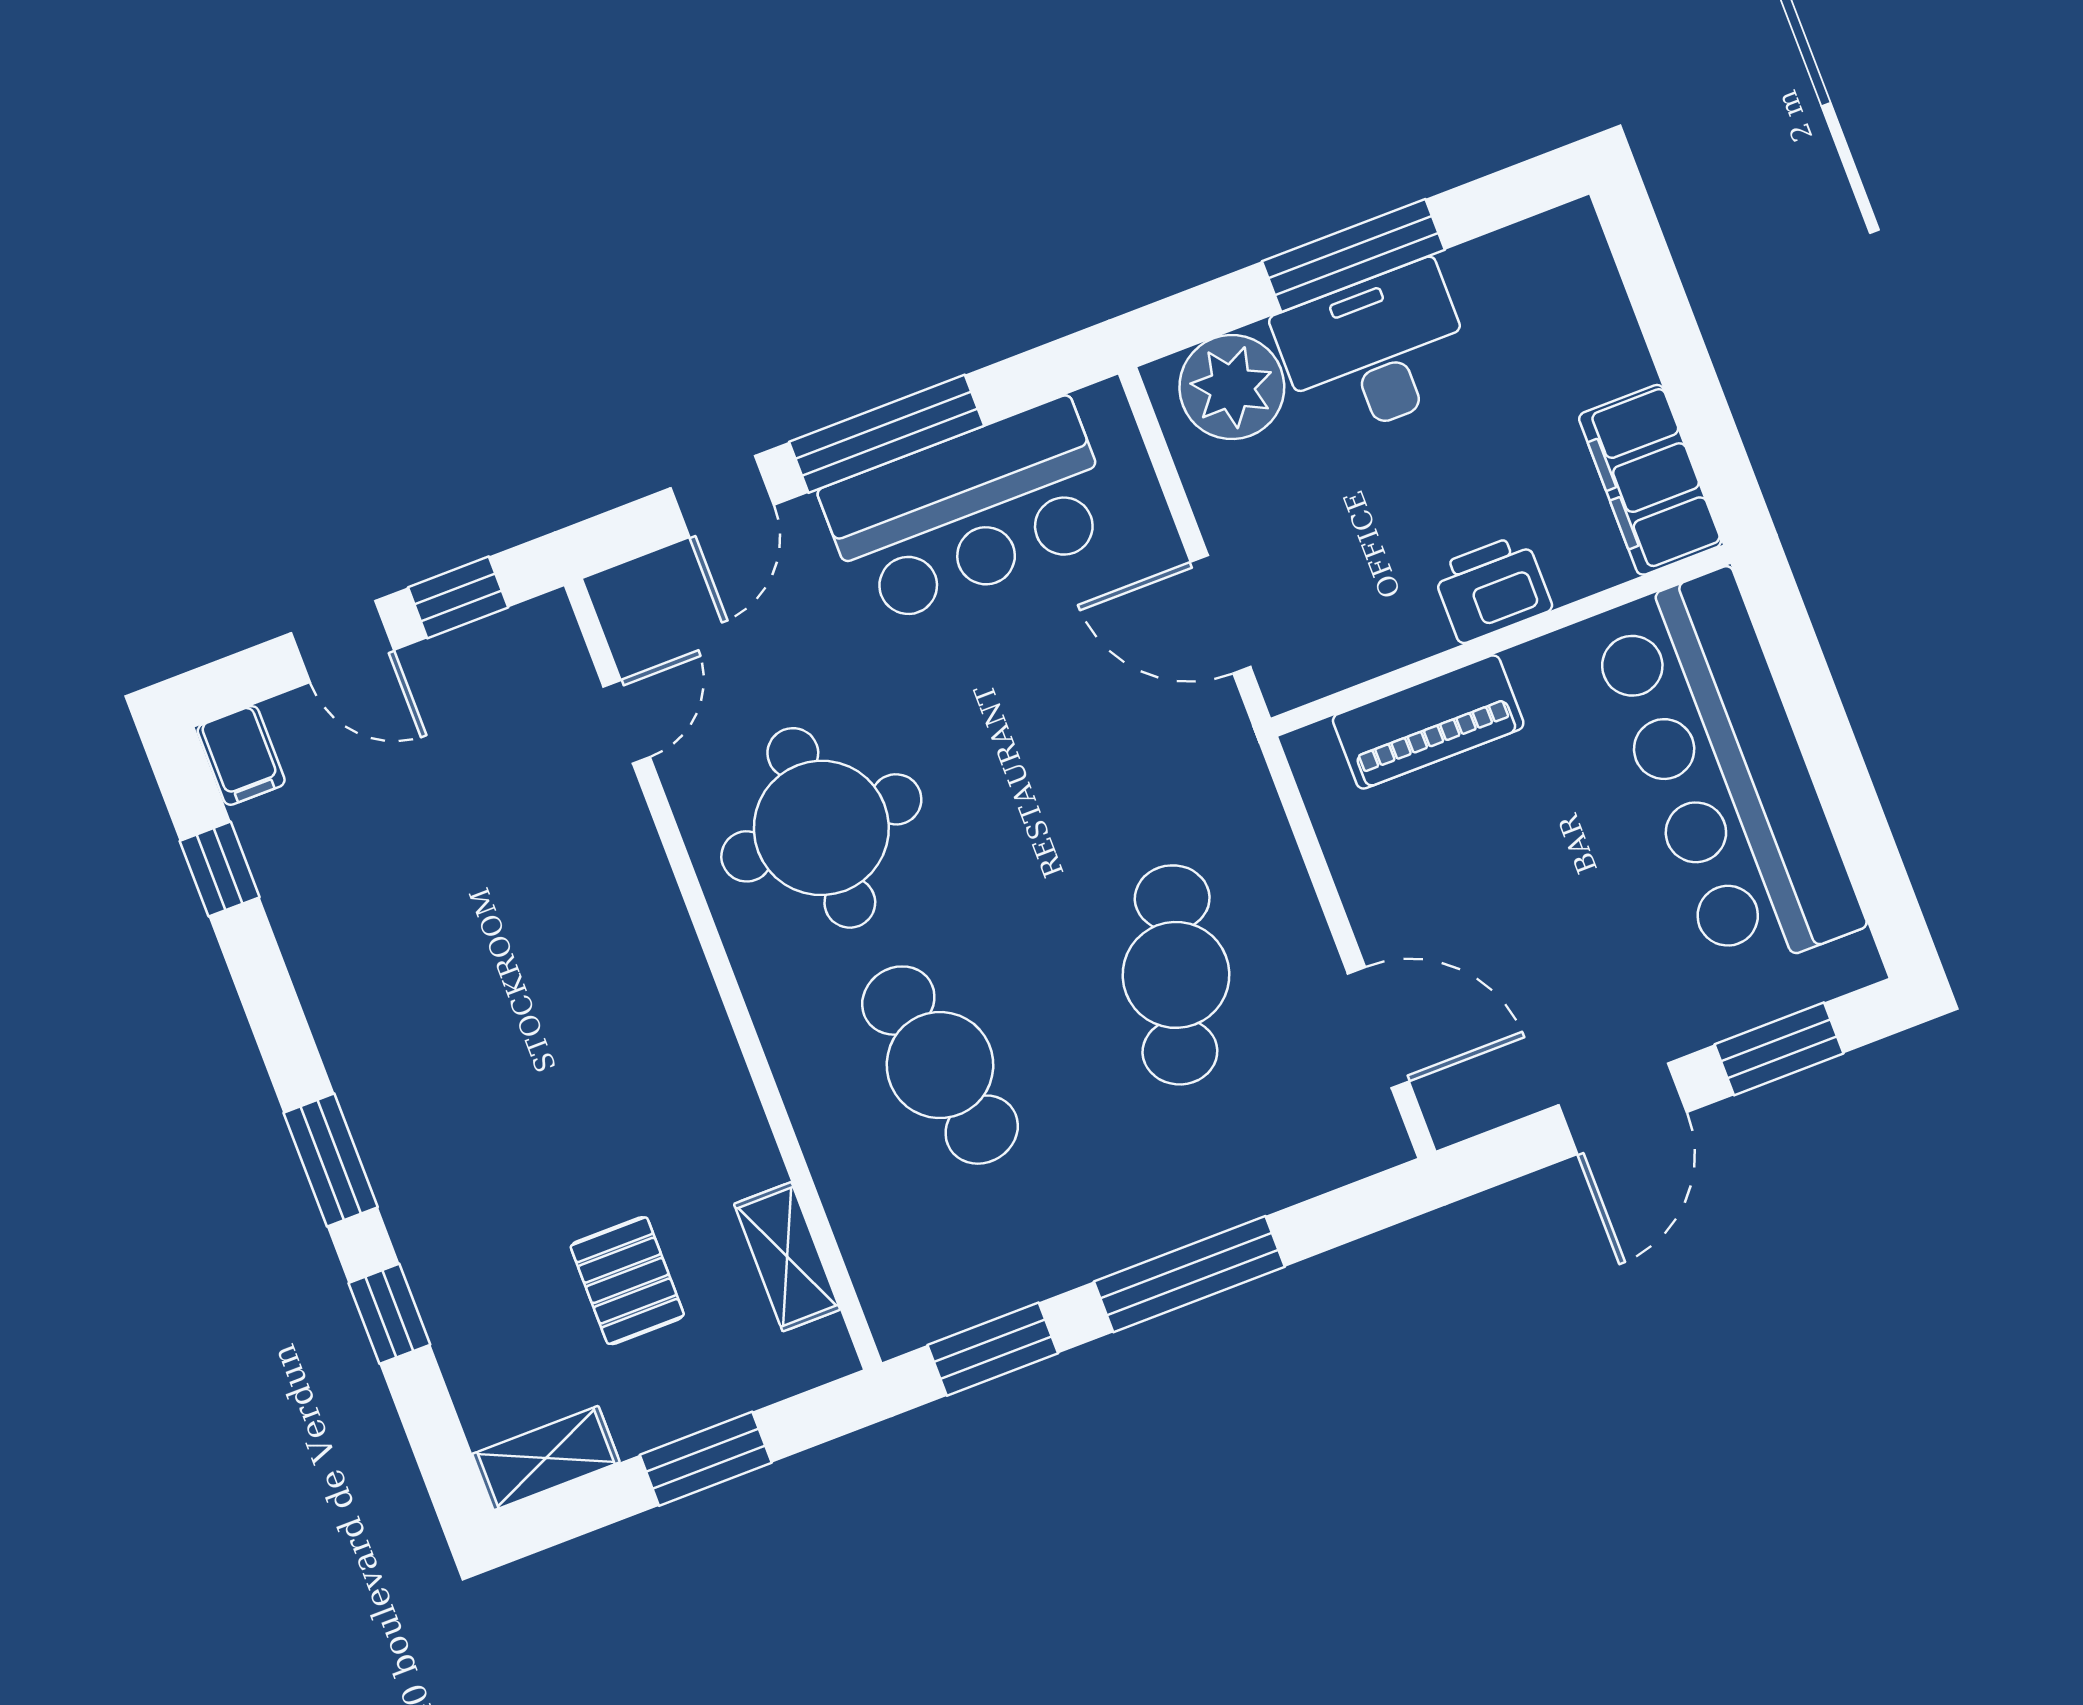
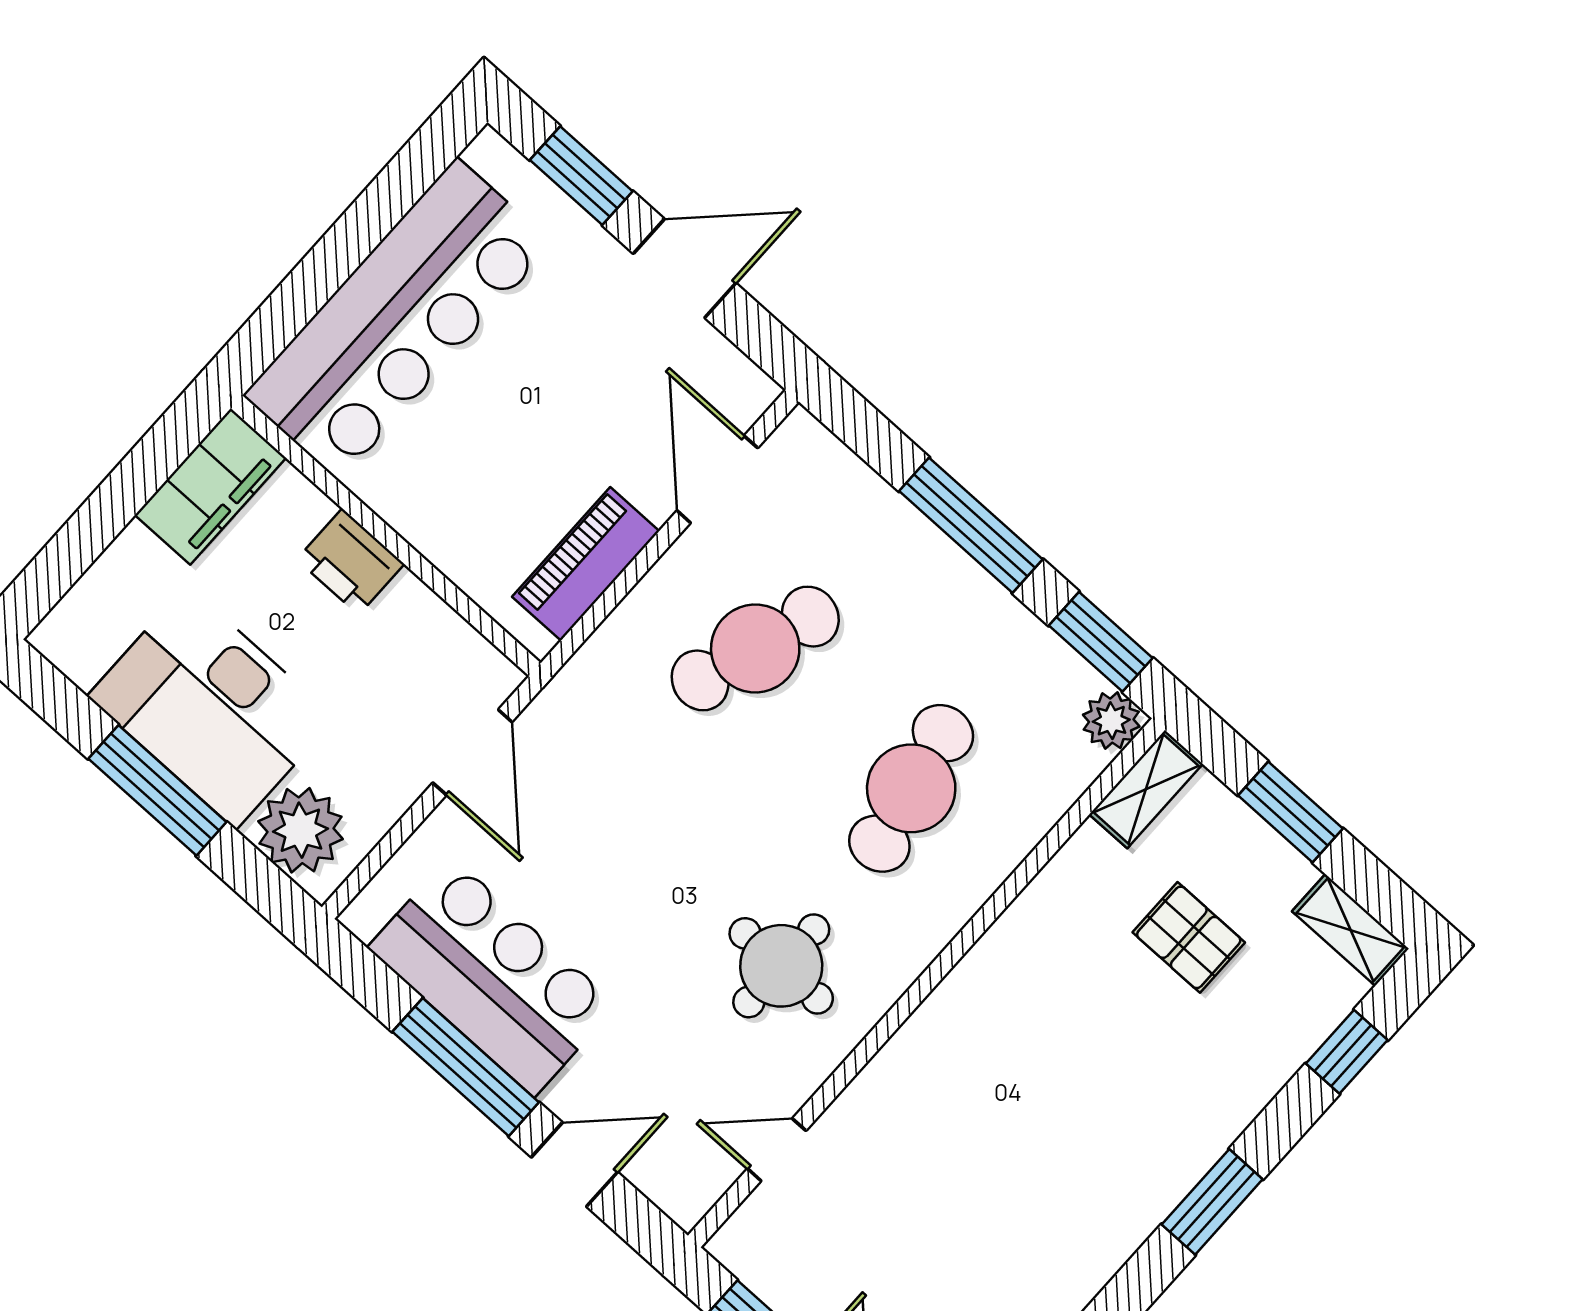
desk: (1375, 351) -> (211, 707), width x1.36, depth x1.30
piano: (1428, 722) -> (586, 564), moved, turned -90
round table: (821, 828) -> (781, 966), width x0.73, depth x0.73
shelving: (787, 1257) -> (1146, 789), moved
pallet: (627, 1281) -> (1189, 937), turned 90
window: (389, 1314) -> (1347, 1052), moved
plant: (902, 1317) -> (1111, 721), added

